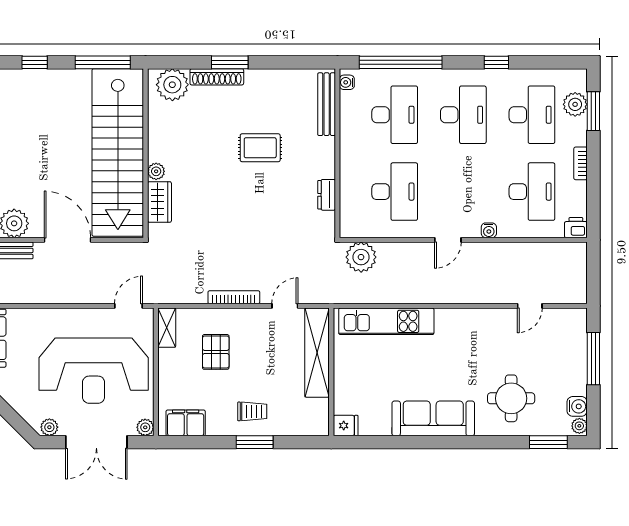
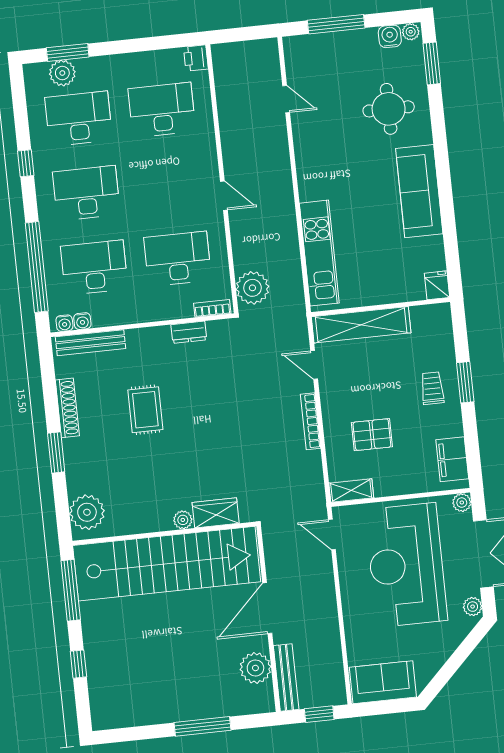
shoe rack: (217, 77) -> (67, 408), moved
bookcase: (581, 163) -> (212, 308), moved, turned 180
water cooler: (489, 230) -> (82, 321), moved, turned 90
reception desk: (94, 371) -> (406, 565), turned 180

